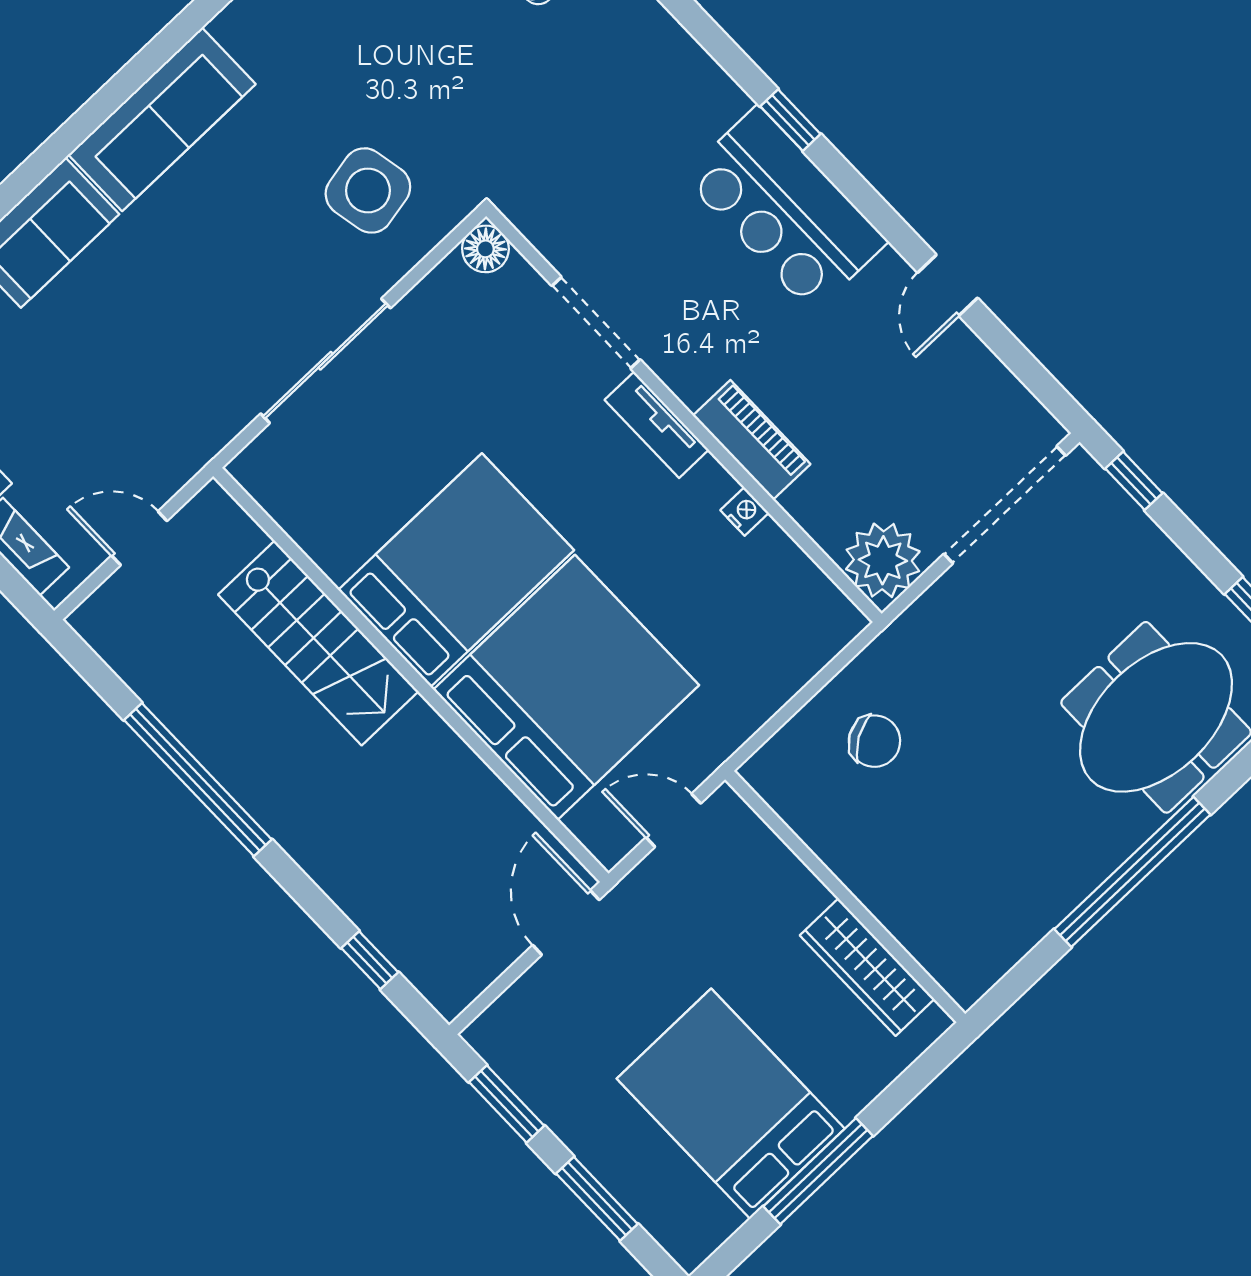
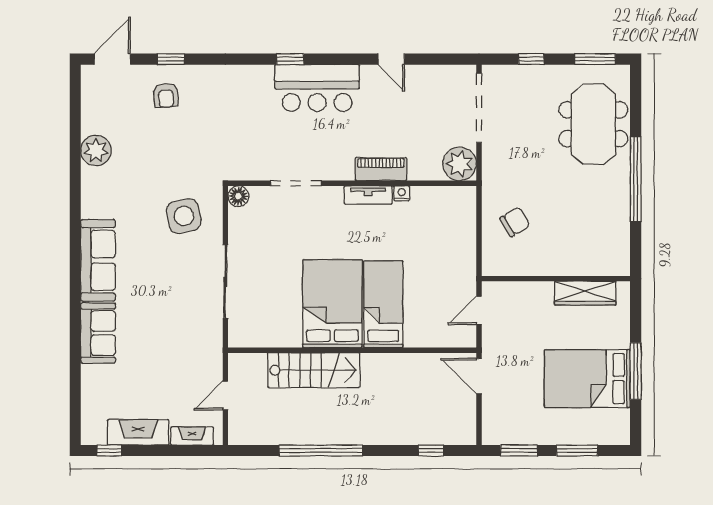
tv unit: (657, 425) -> (368, 195), moved
window: (1134, 481) -> (531, 59), moved
bed: (566, 687) -> (383, 304), width x0.49

